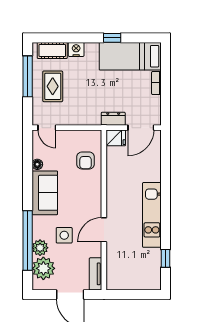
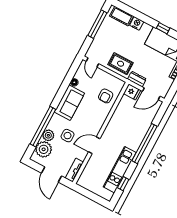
rug: (53, 86) -> (121, 64), moved, turned 90
window: (166, 194) -> (144, 144), added
kitchen unit: (152, 215) -> (120, 170), moved

